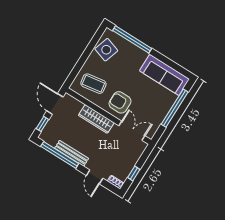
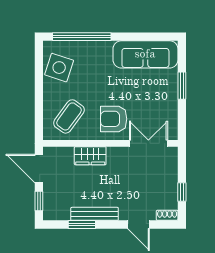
coffee table: (93, 84) -> (69, 116), turned -45
window: (175, 108) -> (182, 86), width x0.47
wardrobe: (96, 119) -> (90, 156), width x0.67
window: (60, 155) -> (82, 225), width x0.47

